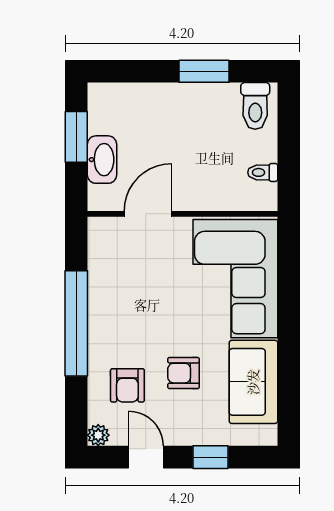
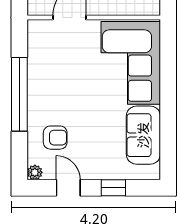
armchair: (184, 373) -> (94, 129), removed
armchair: (127, 385) -> (55, 138), turned -90

